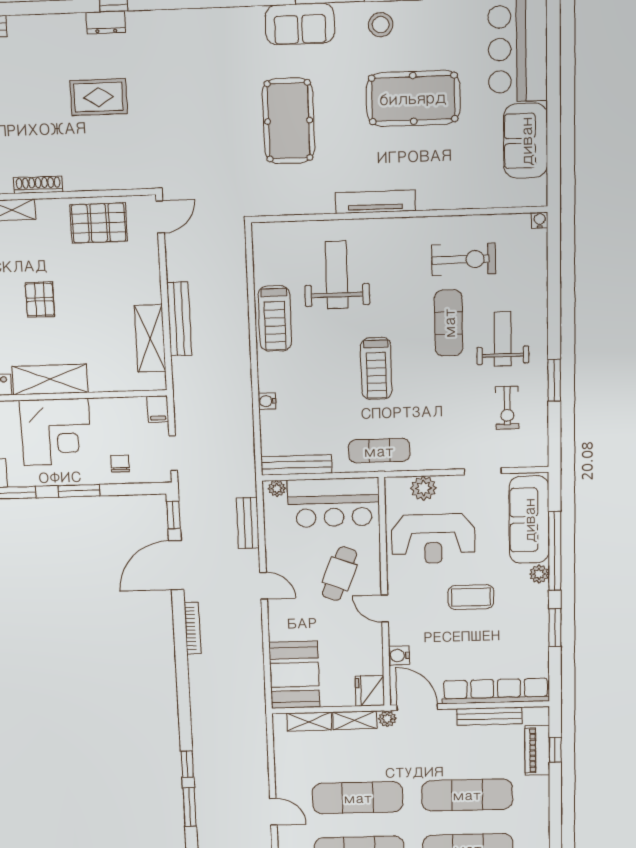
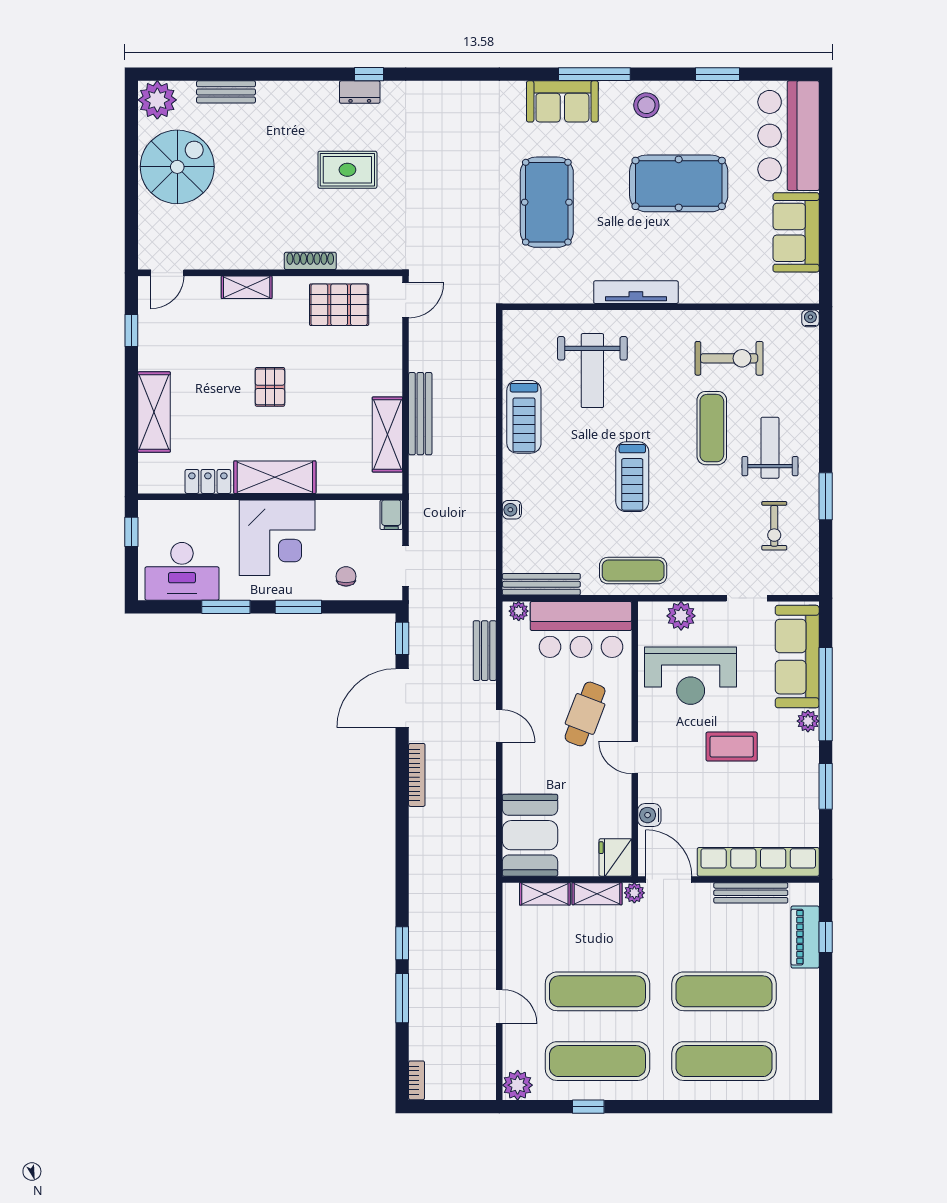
shoe rack: (38, 185) -> (310, 261), moved
weight bench: (337, 275) -> (592, 371), turned 180

